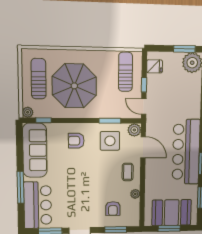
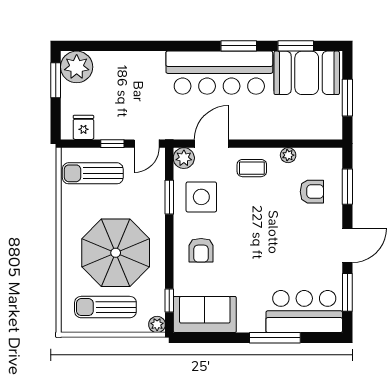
sofa: (35, 150) -> (205, 314), width x0.73
booth: (172, 213) -> (307, 73), moved, turned 90

